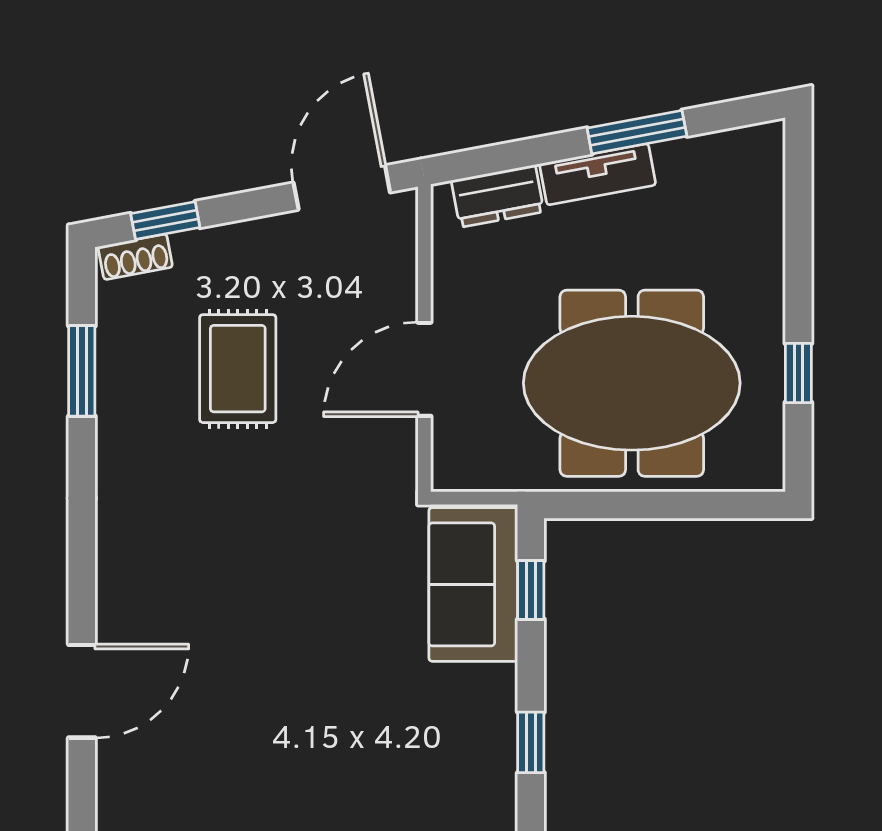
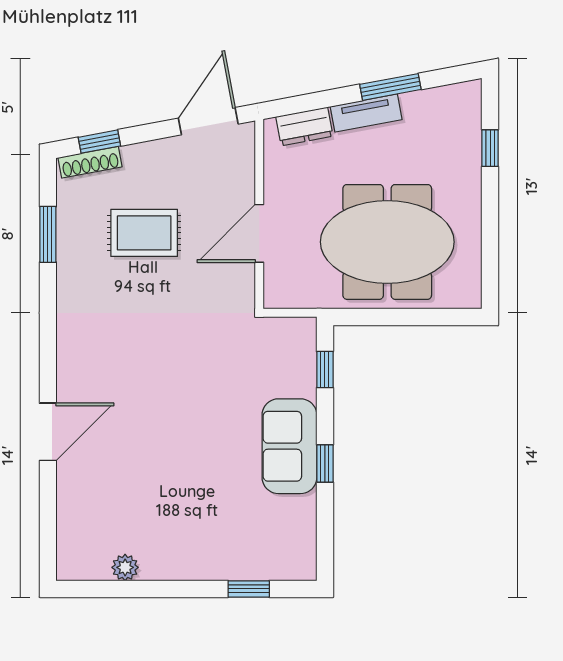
shoe rack: (135, 257) -> (90, 162), width x1.43
rug: (238, 369) -> (144, 233), turned 90
window: (798, 373) -> (490, 148), moved
sofa: (473, 584) -> (289, 446), moved

